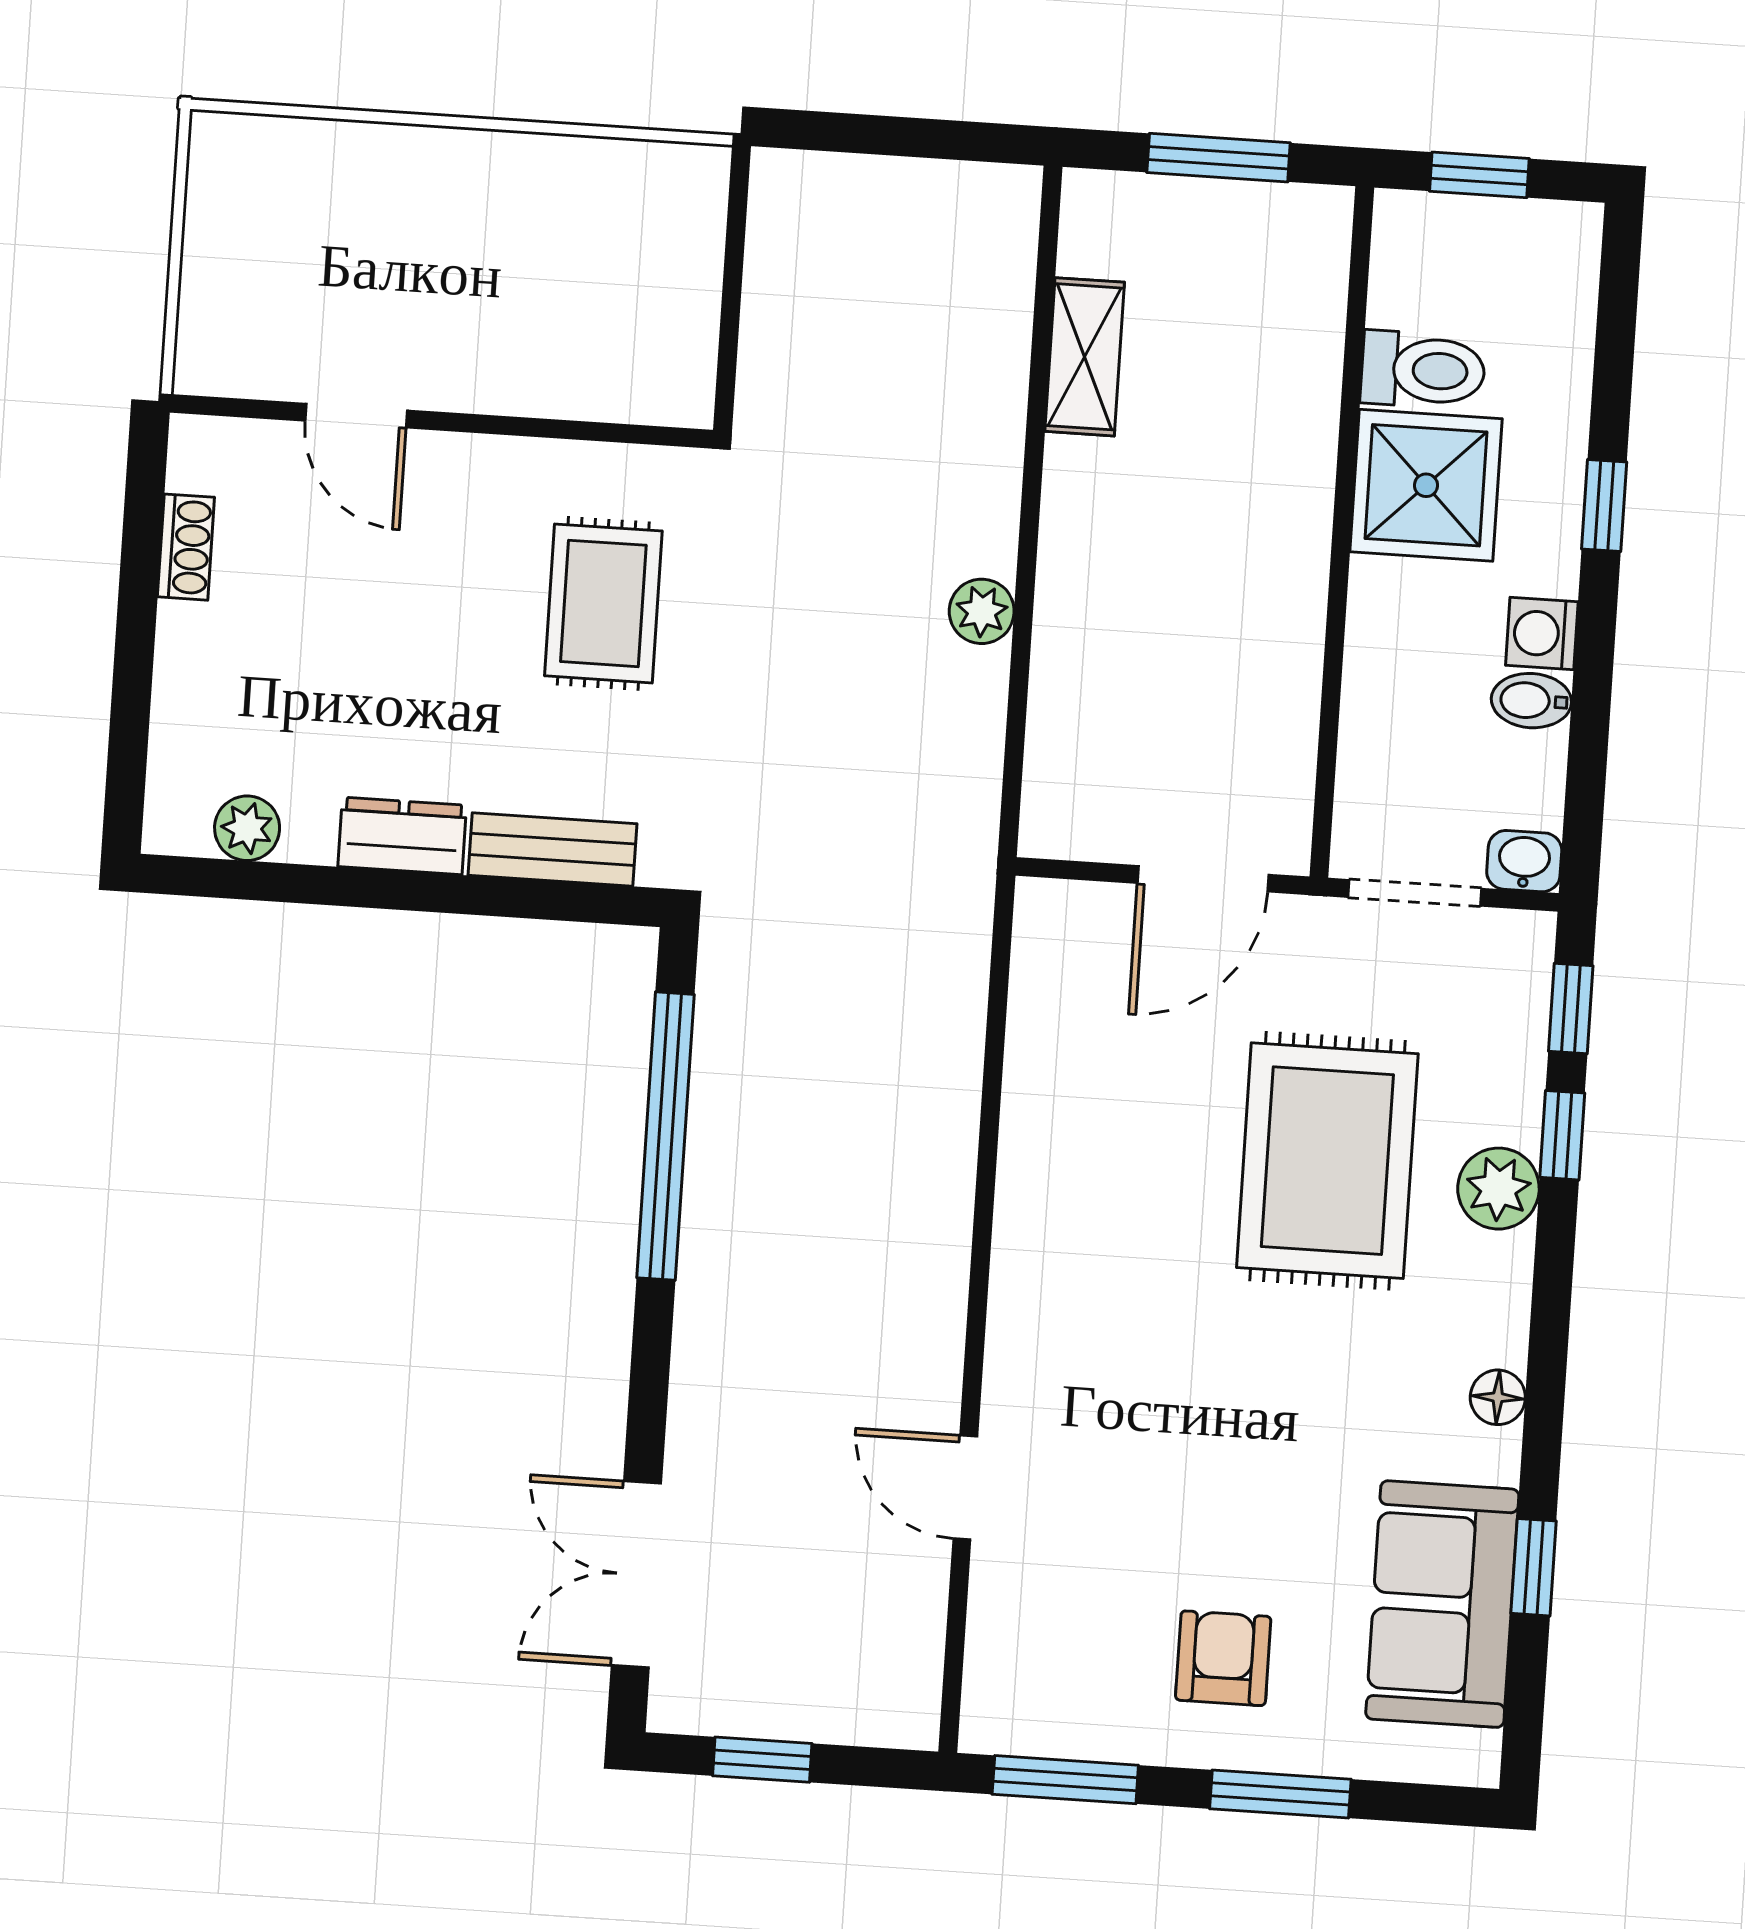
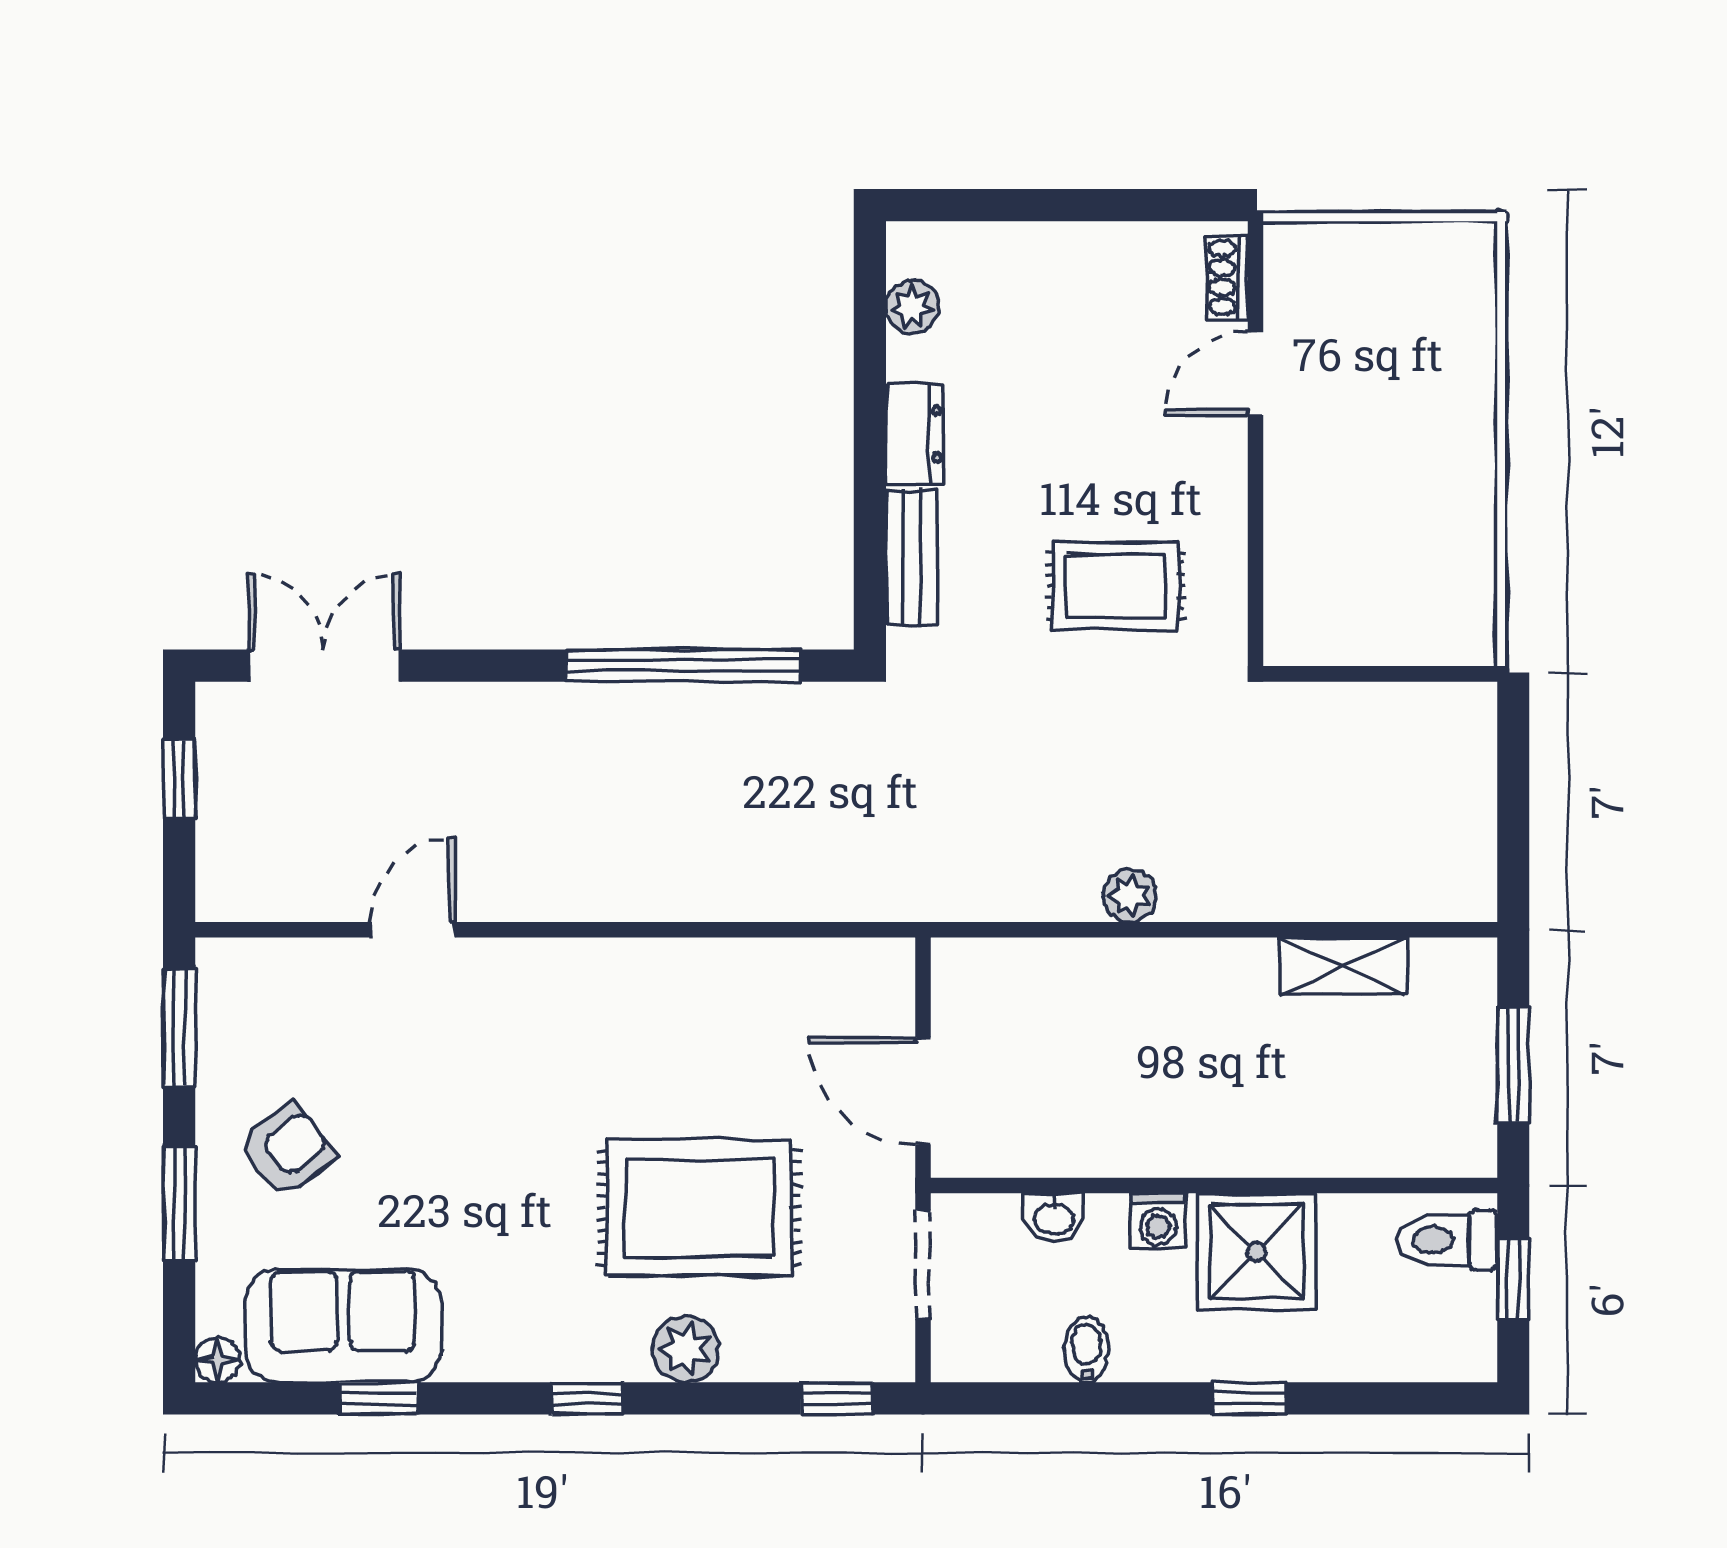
toilet: (1423, 370) -> (1447, 1240), moved, turned 90
shoe rack: (186, 547) -> (1227, 278), moved, turned 90
washing machine: (1542, 634) -> (1158, 1221), moved, turned 180
washbasin: (1524, 861) -> (1053, 1217), moved, turned 90
window: (1562, 1135) -> (587, 1398), moved
floor lamp: (1498, 1397) -> (218, 1360), moved
armchair: (1223, 1658) -> (287, 1150), turned -37

